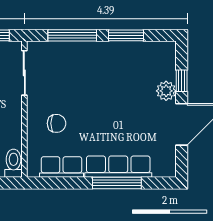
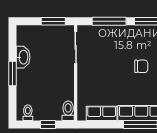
chair: (57, 123) -> (141, 66), moved

